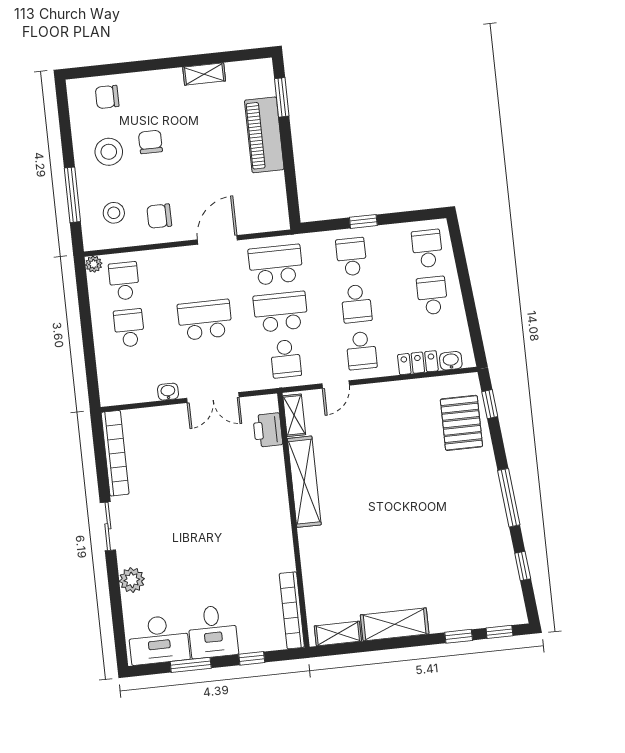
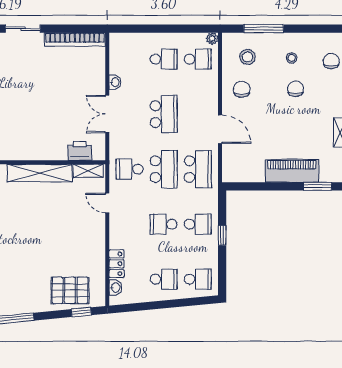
chair: (150, 142) -> (296, 89), turned -90
stool: (109, 152) -> (292, 58), width x0.53, depth x0.53
school desk: (361, 351) -> (130, 224), removed

